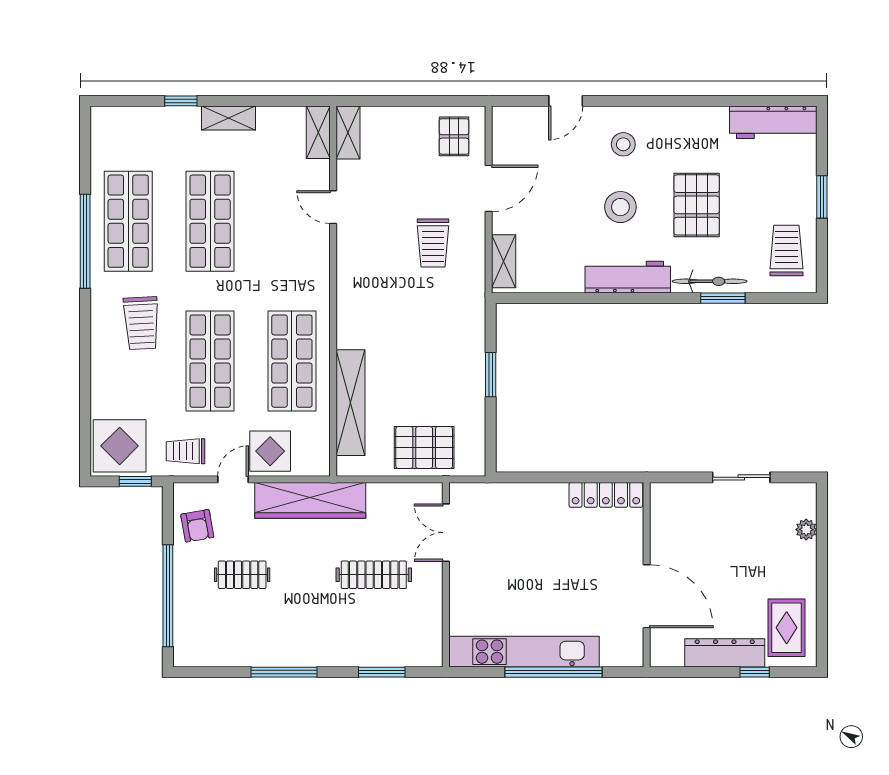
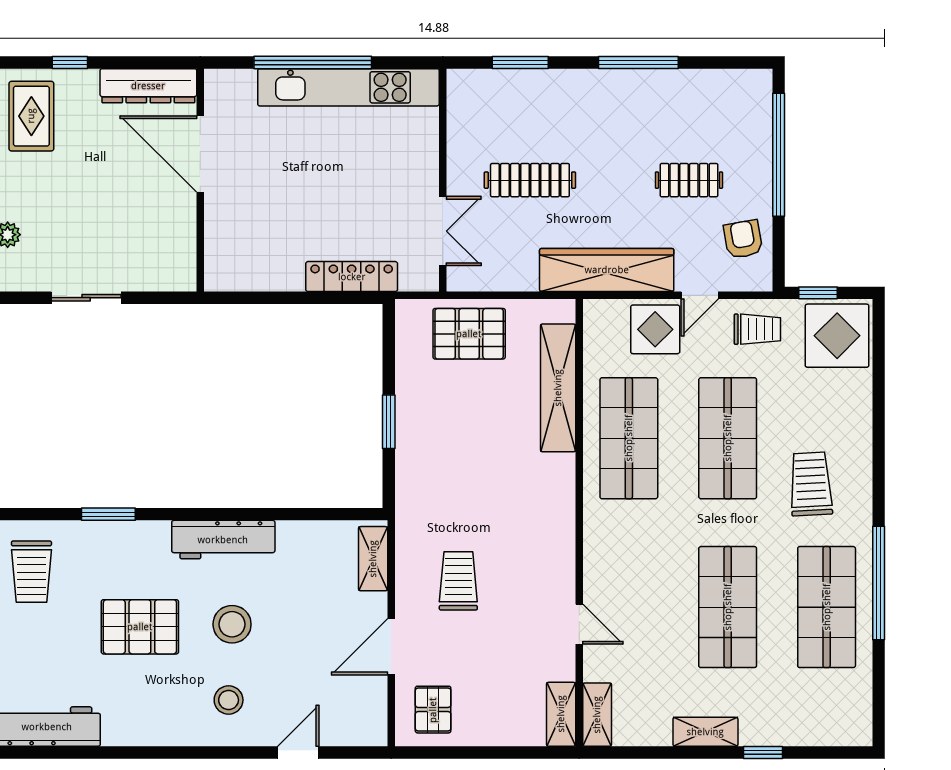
pallet: (697, 205) -> (140, 627), turned 90
bicycle: (710, 281) -> (124, 535), removed
locker: (606, 495) -> (352, 277), moved
dresser: (725, 653) -> (148, 86), moved

